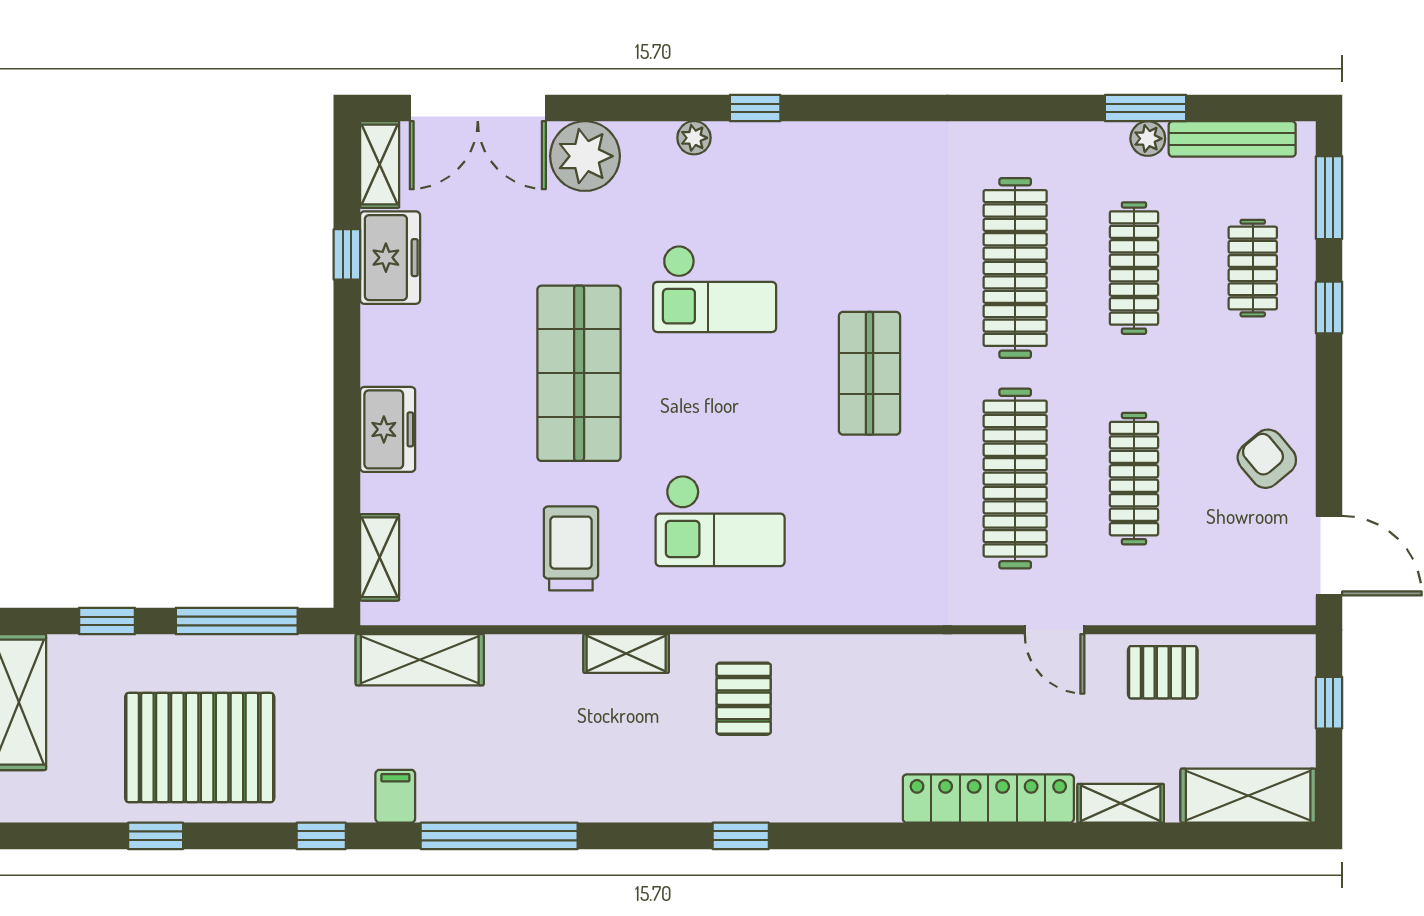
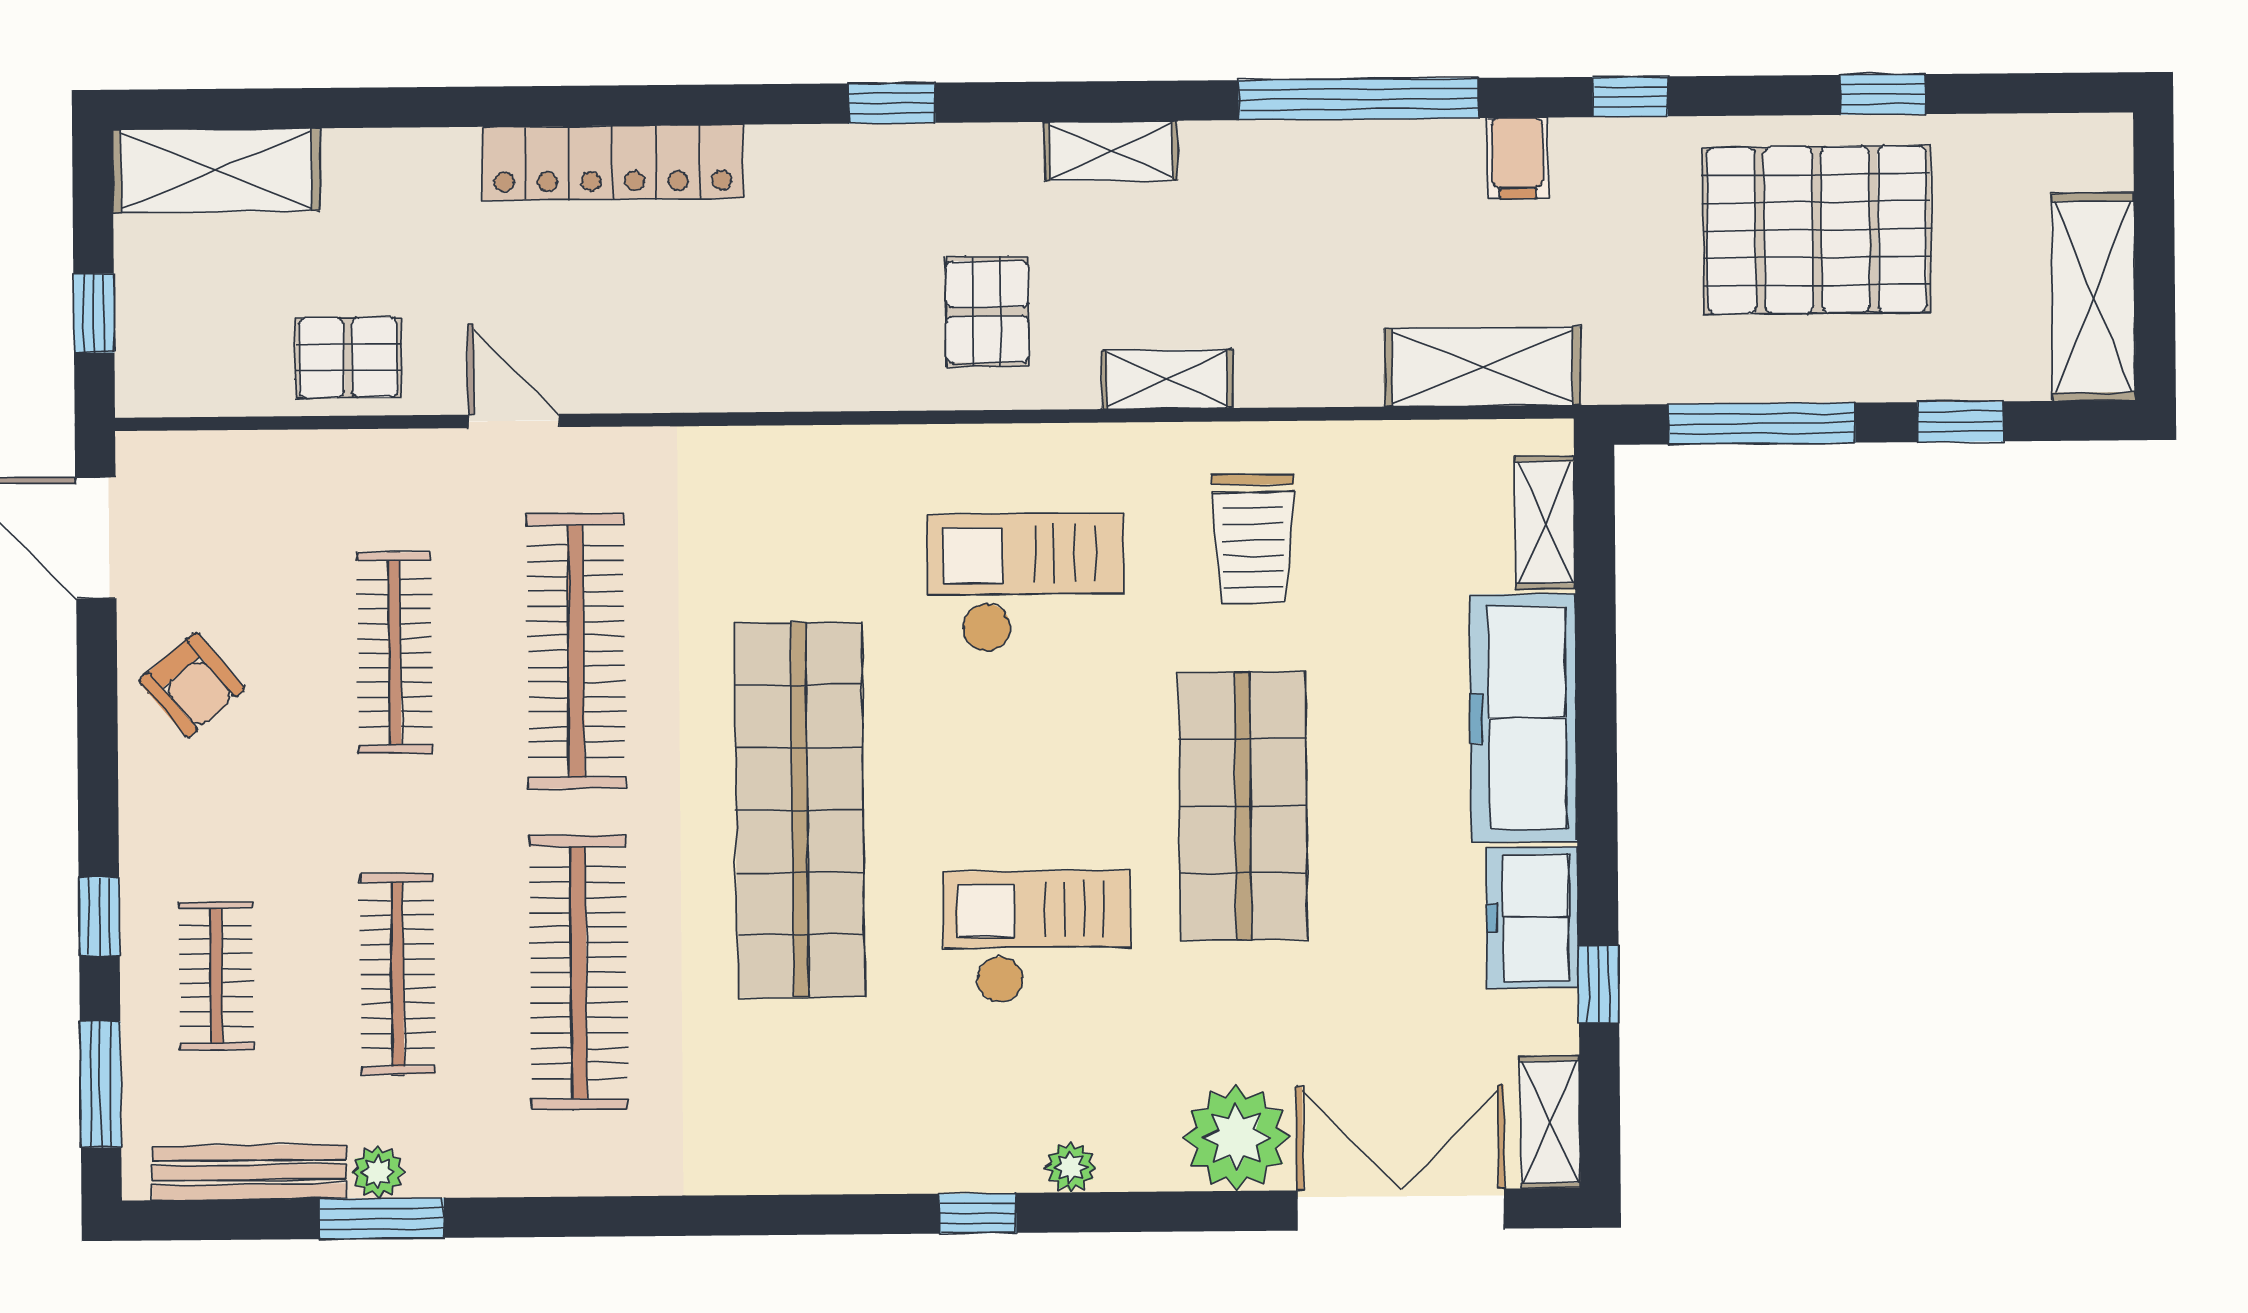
freezer: (390, 258) -> (1532, 918), moved
shop shelf: (869, 373) -> (800, 810), width x2.00, depth x1.36
freezer: (388, 429) -> (1523, 718), width x1.91, depth x1.26
shelving: (1121, 803) -> (1111, 151), moved
window: (741, 836) -> (892, 103), moved

